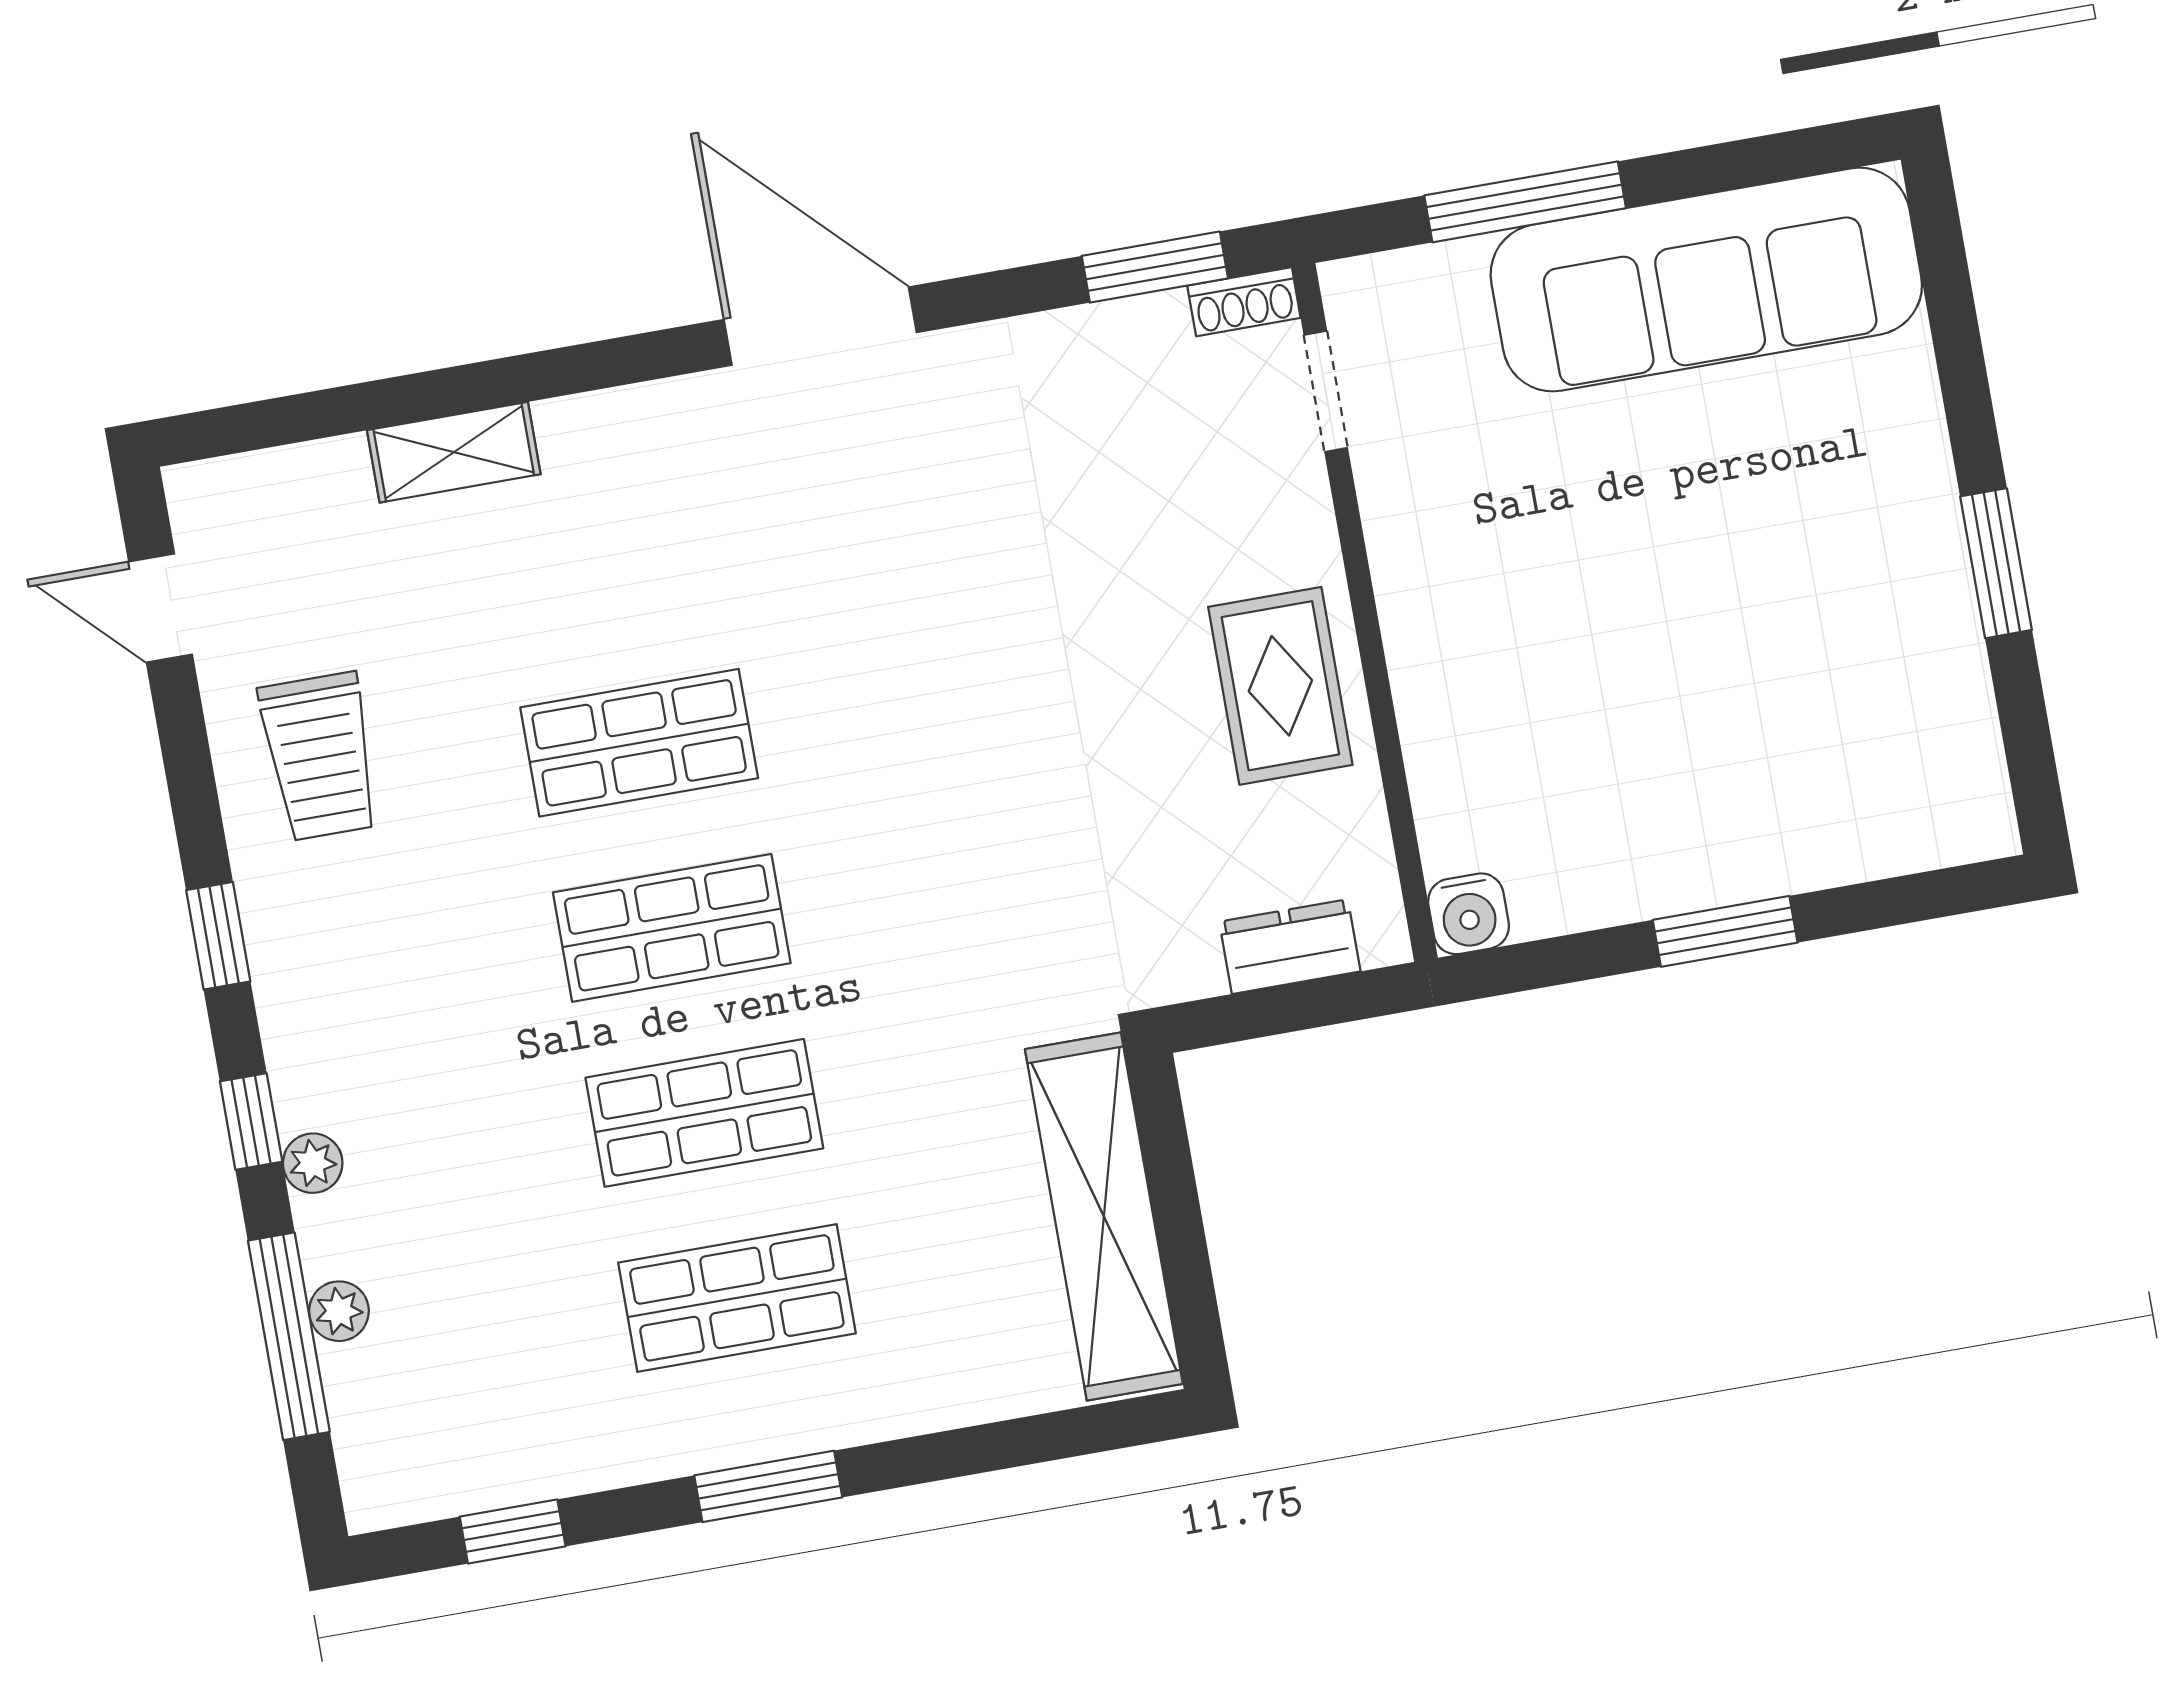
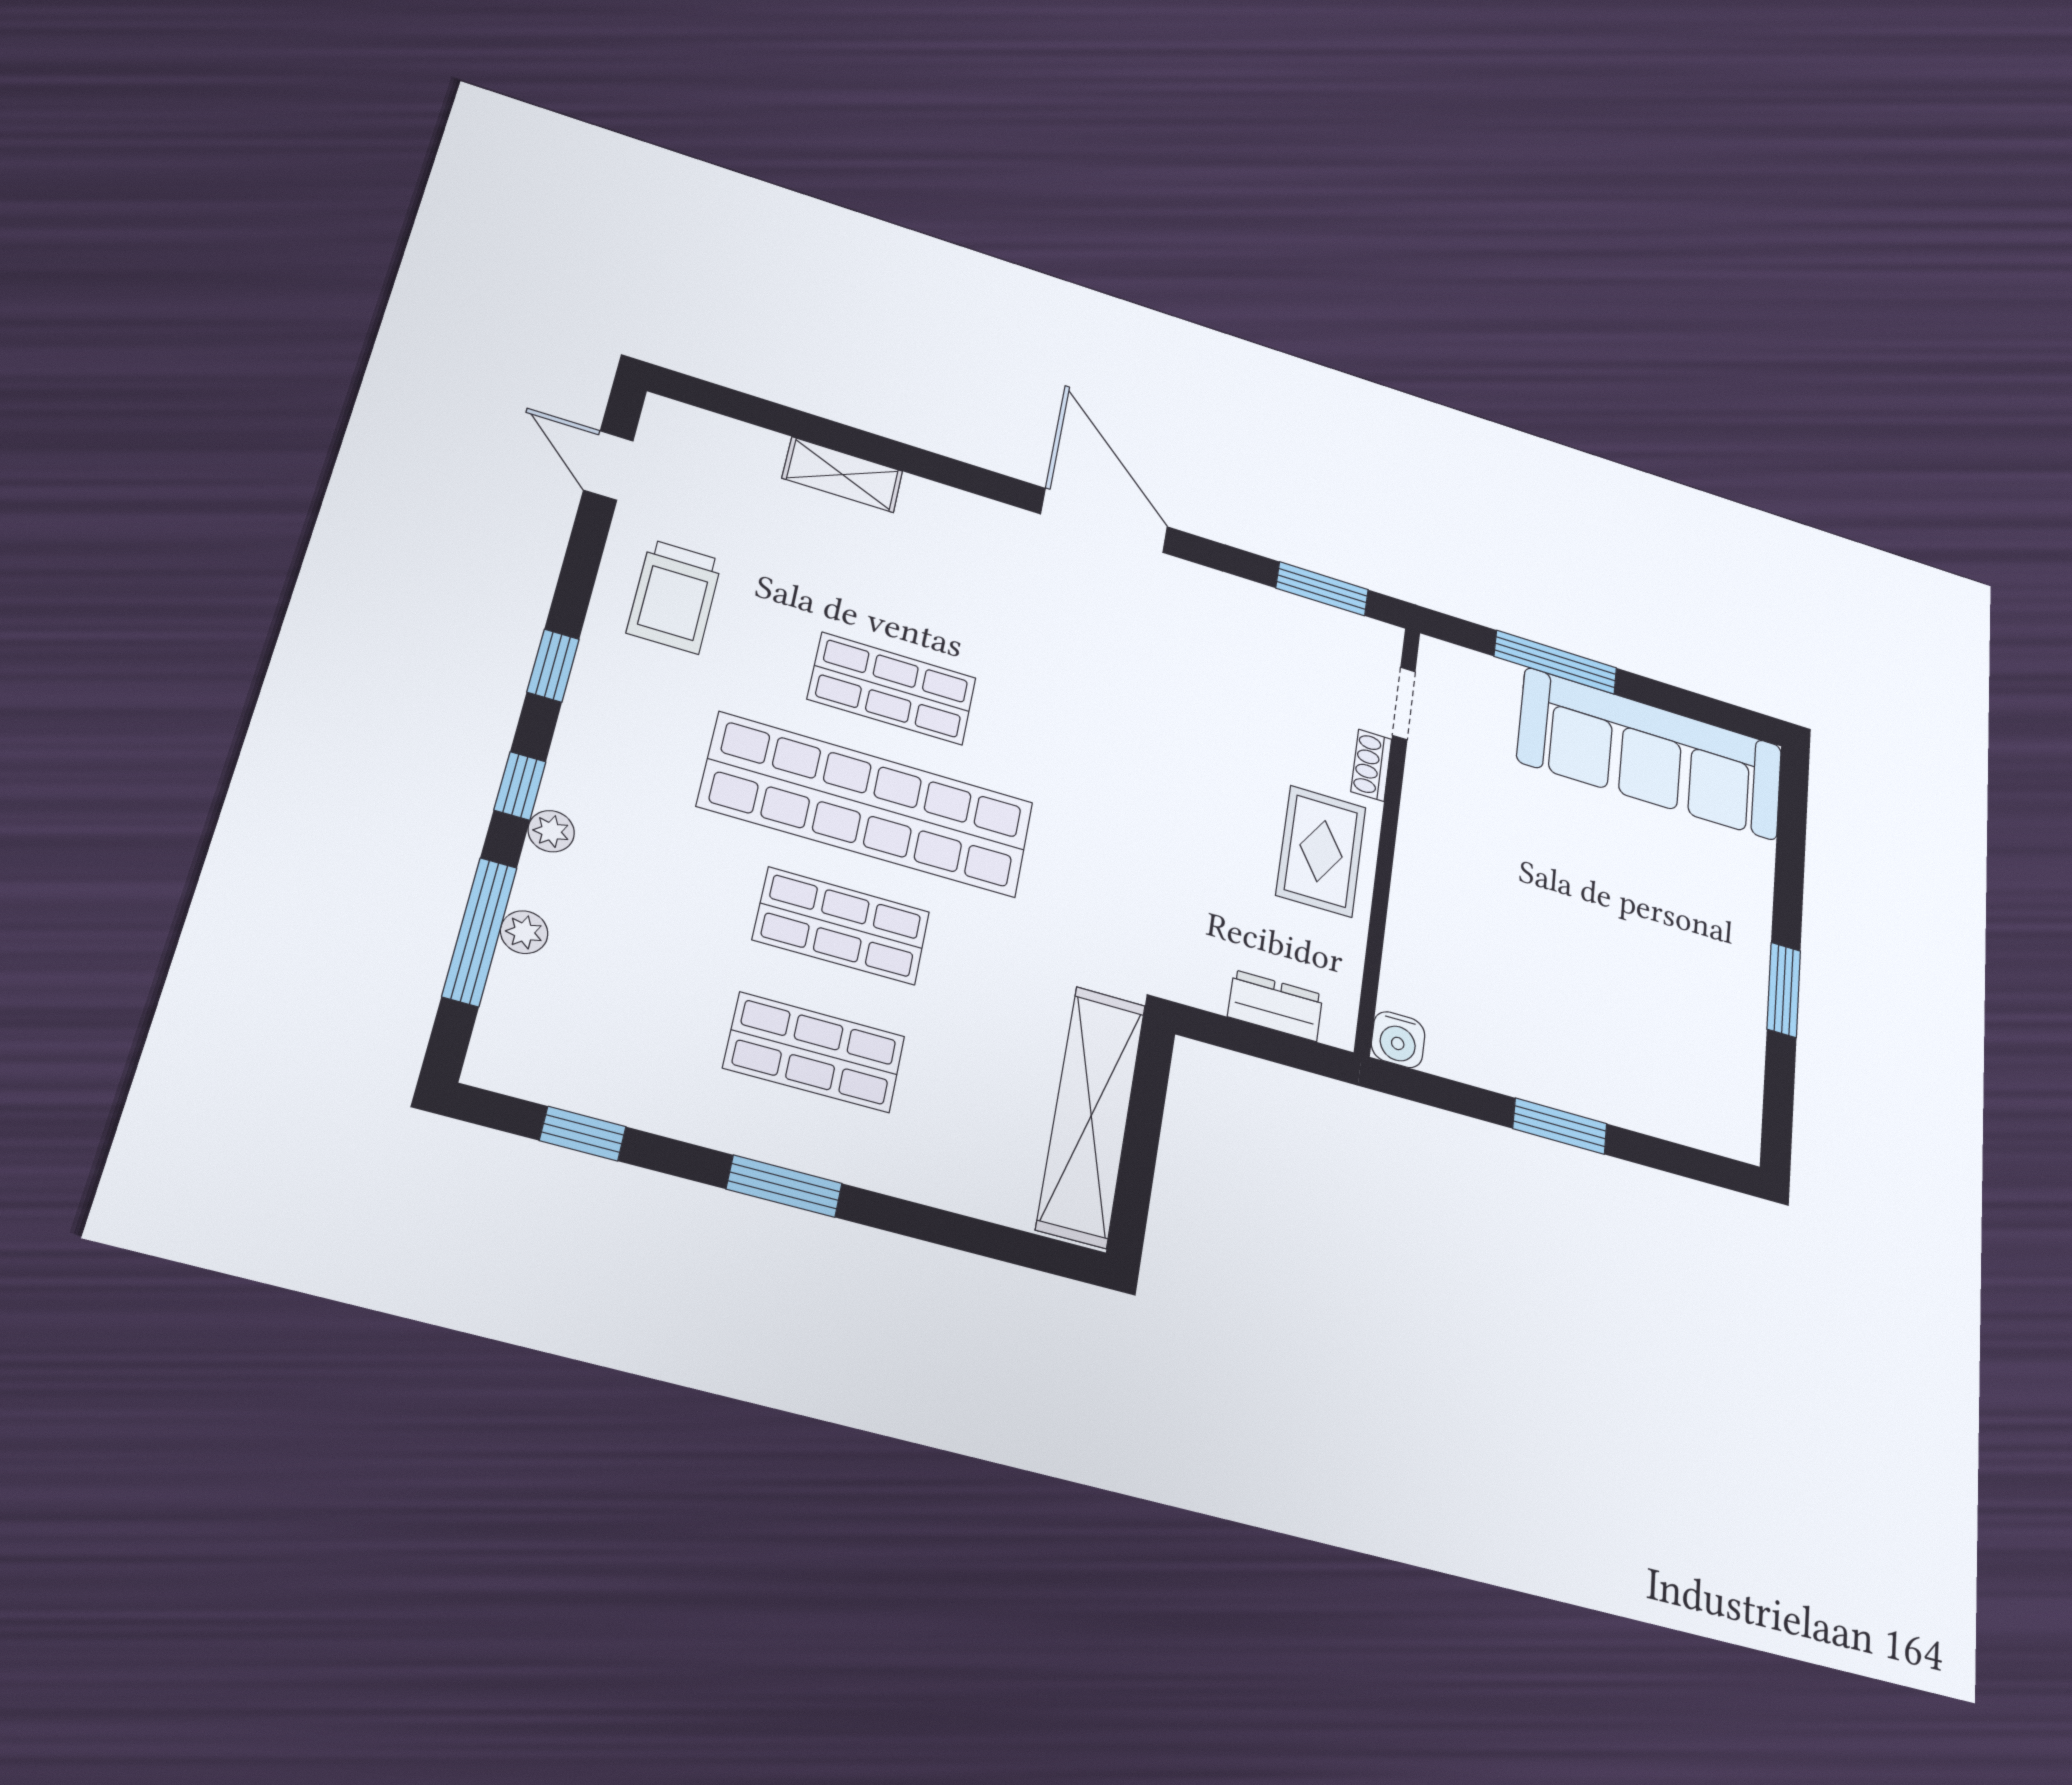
shoe rack: (1244, 302) -> (1371, 765), moved, turned 90
shop shelf: (672, 928) -> (867, 805), width x2.00, depth x1.36

